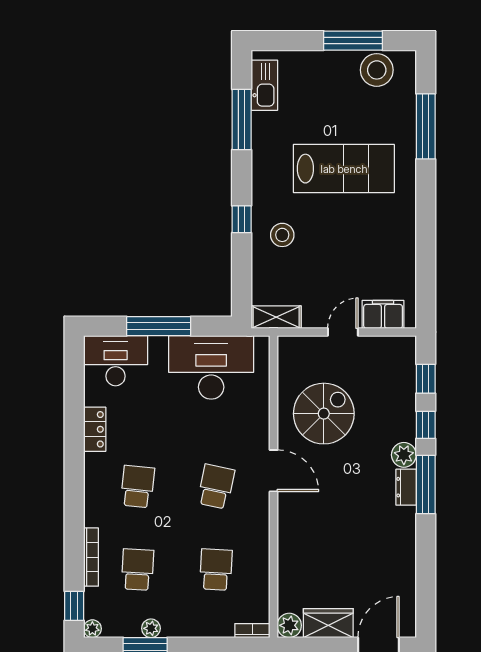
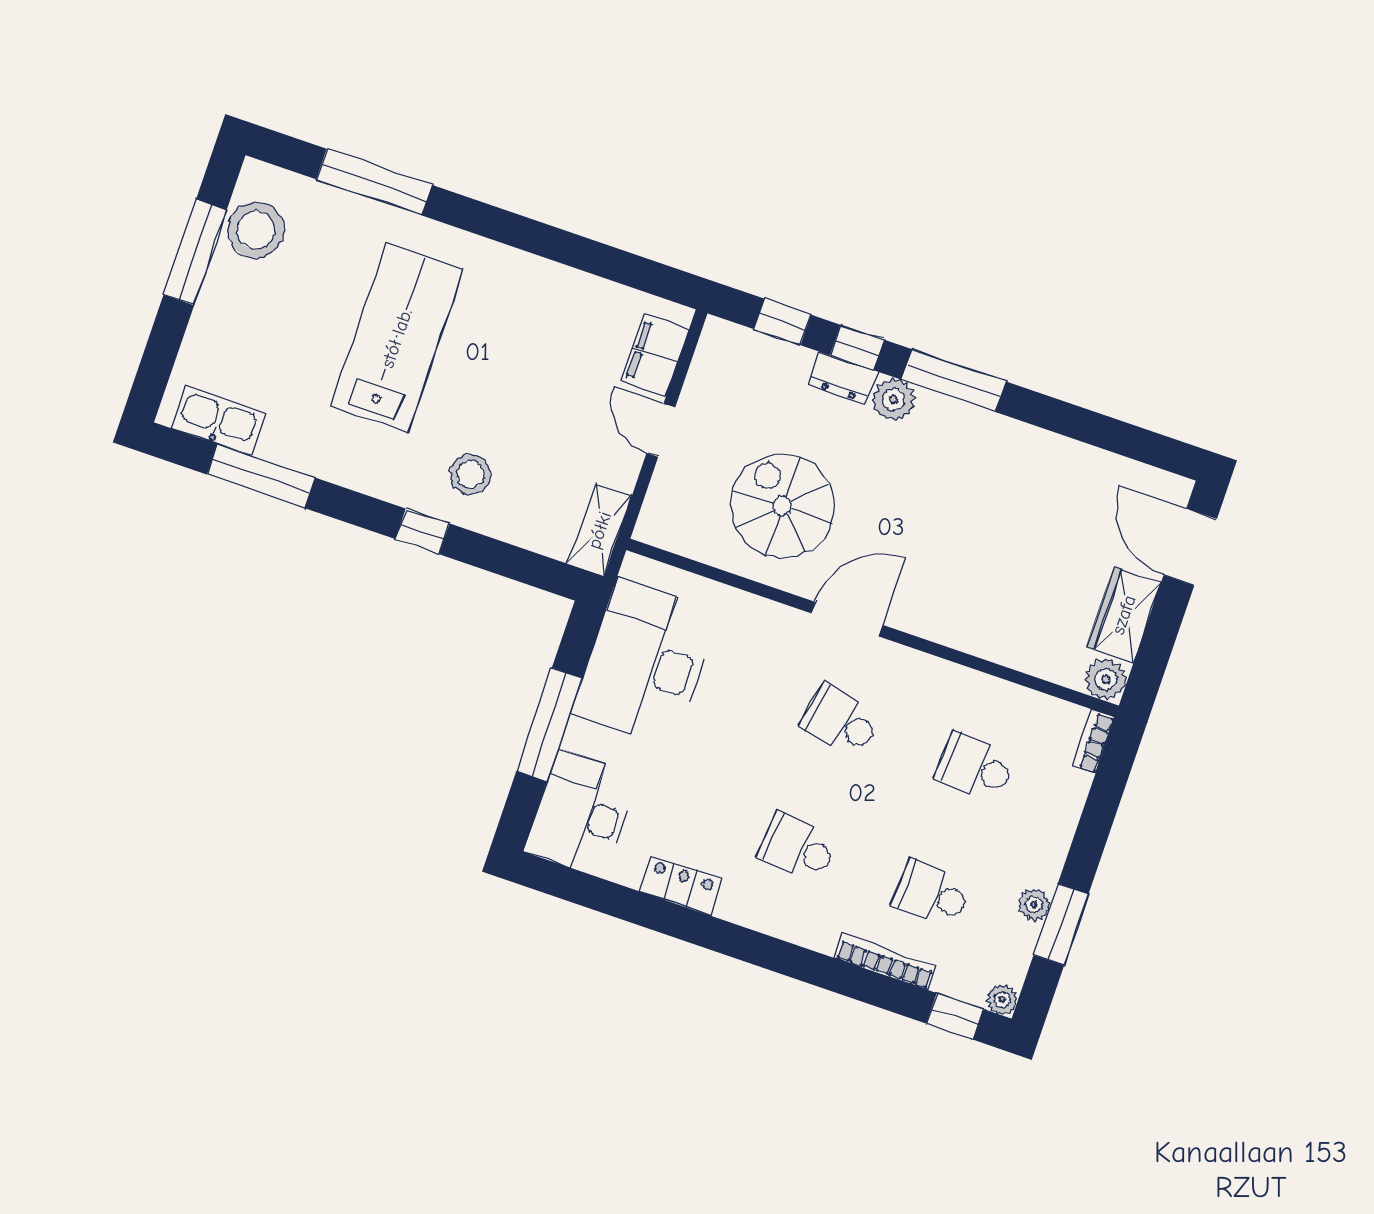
dresser: (406, 487) -> (842, 378), moved

